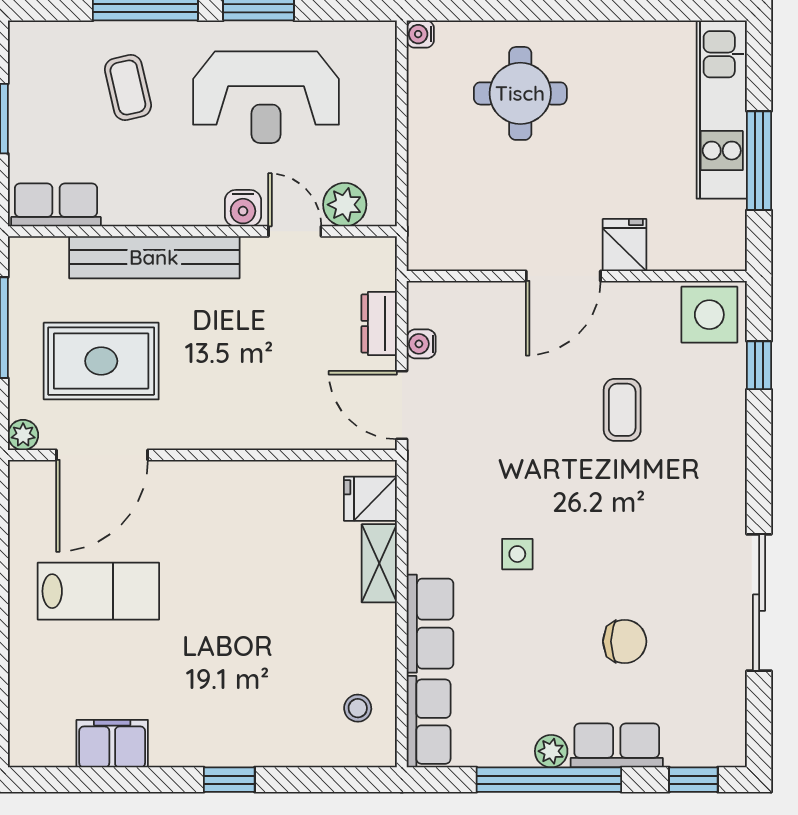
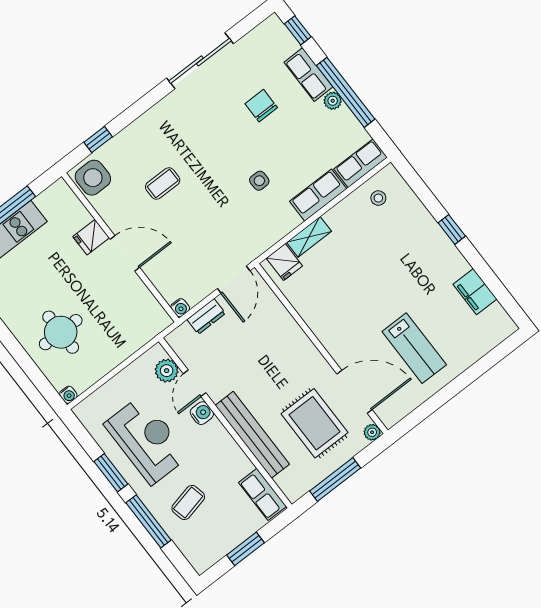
water cooler: (421, 344) -> (180, 308), moved
lab bench: (98, 591) -> (414, 348), turned 180

